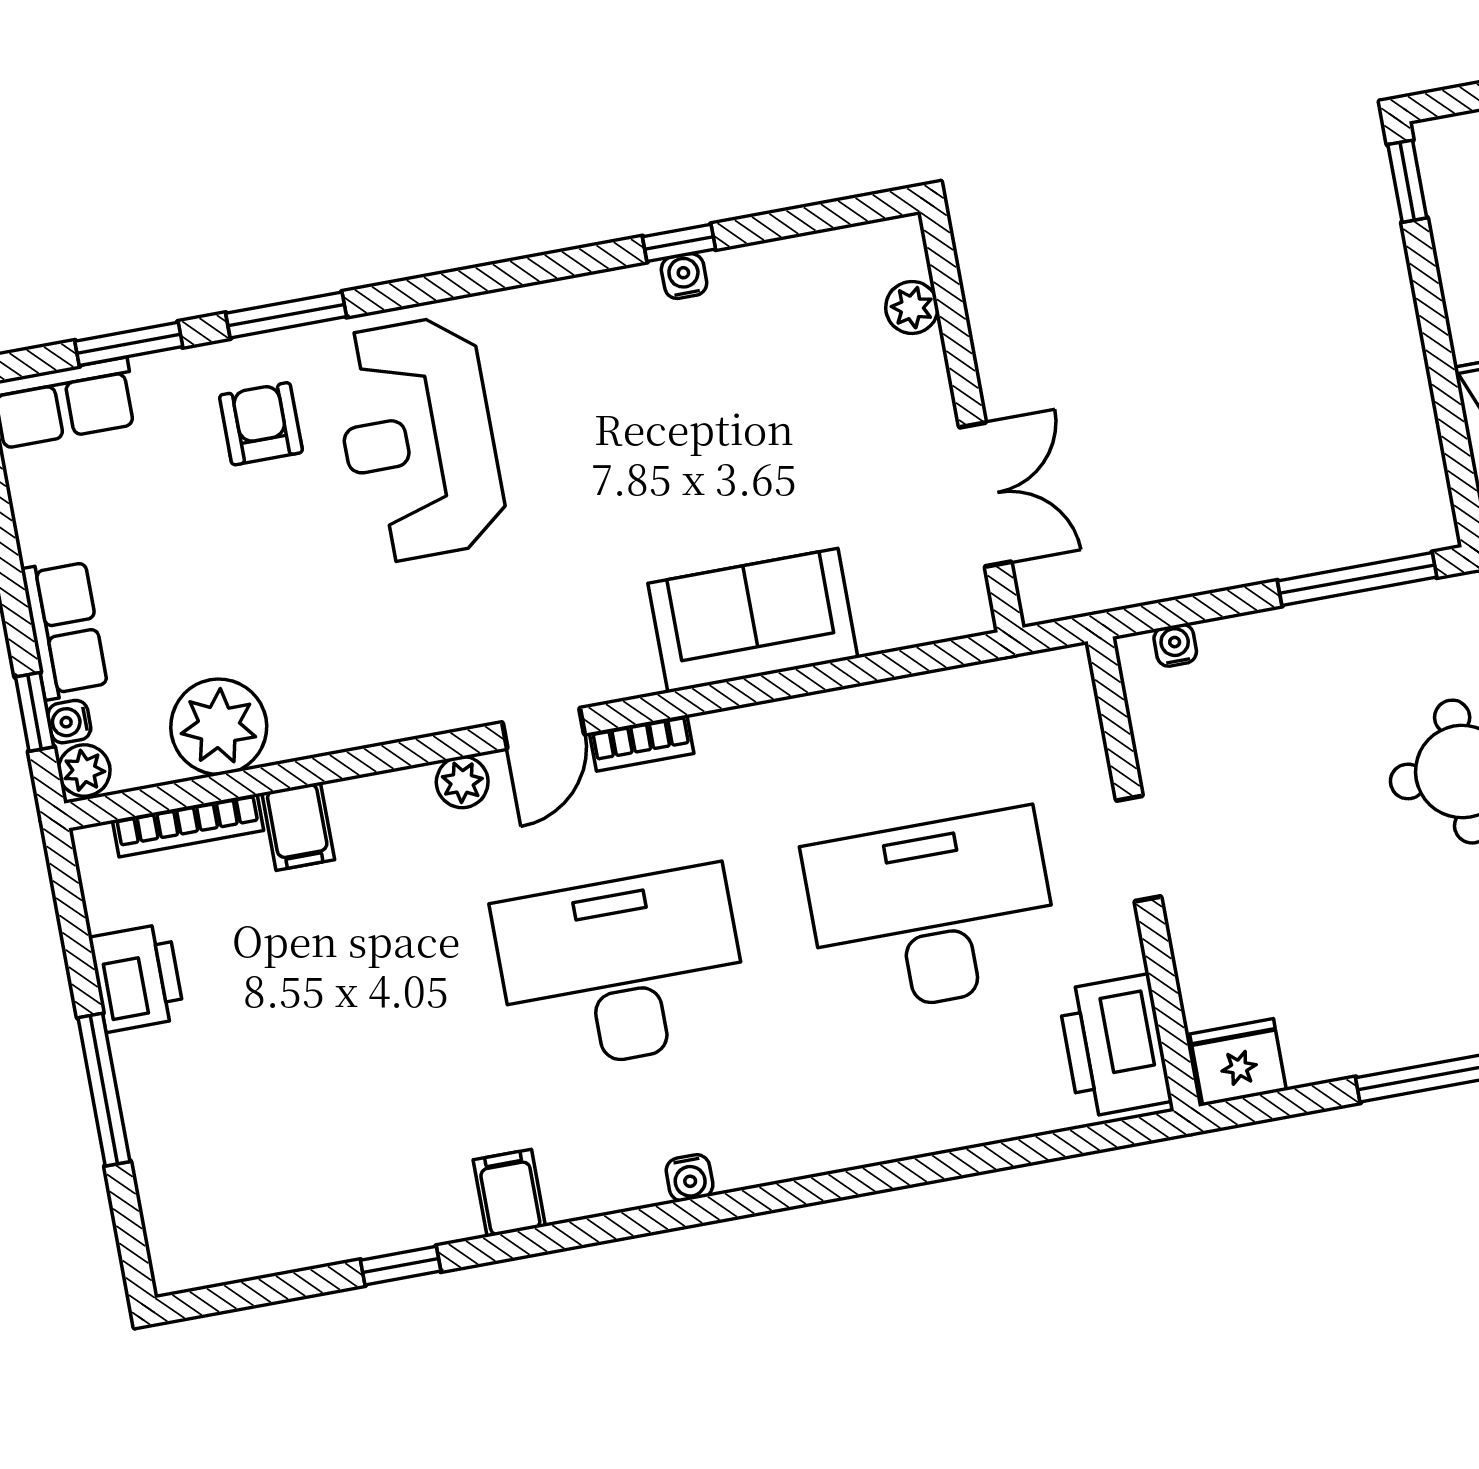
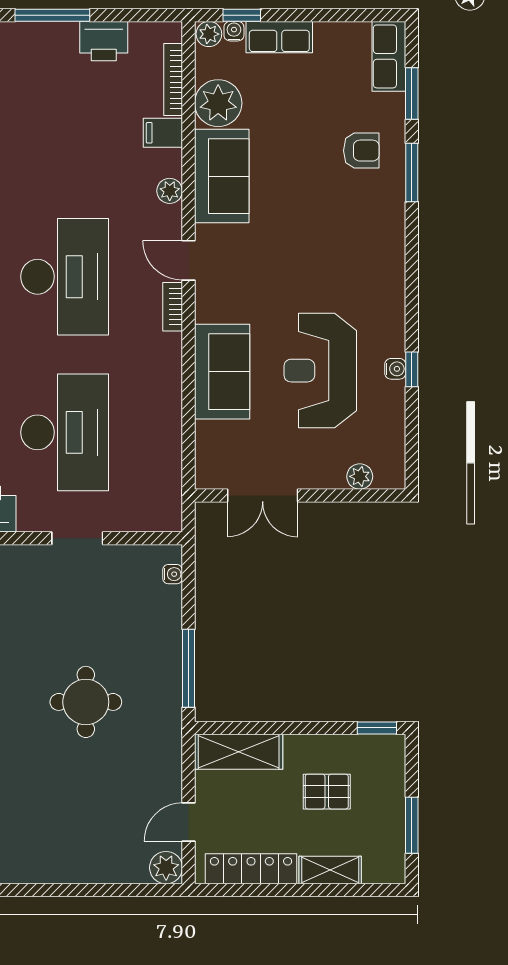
reception desk: (418, 439) -> (320, 371), moved, turned -90
sofa: (363, 693) -> (222, 176), added
plant: (462, 782) -> (170, 191), moved

